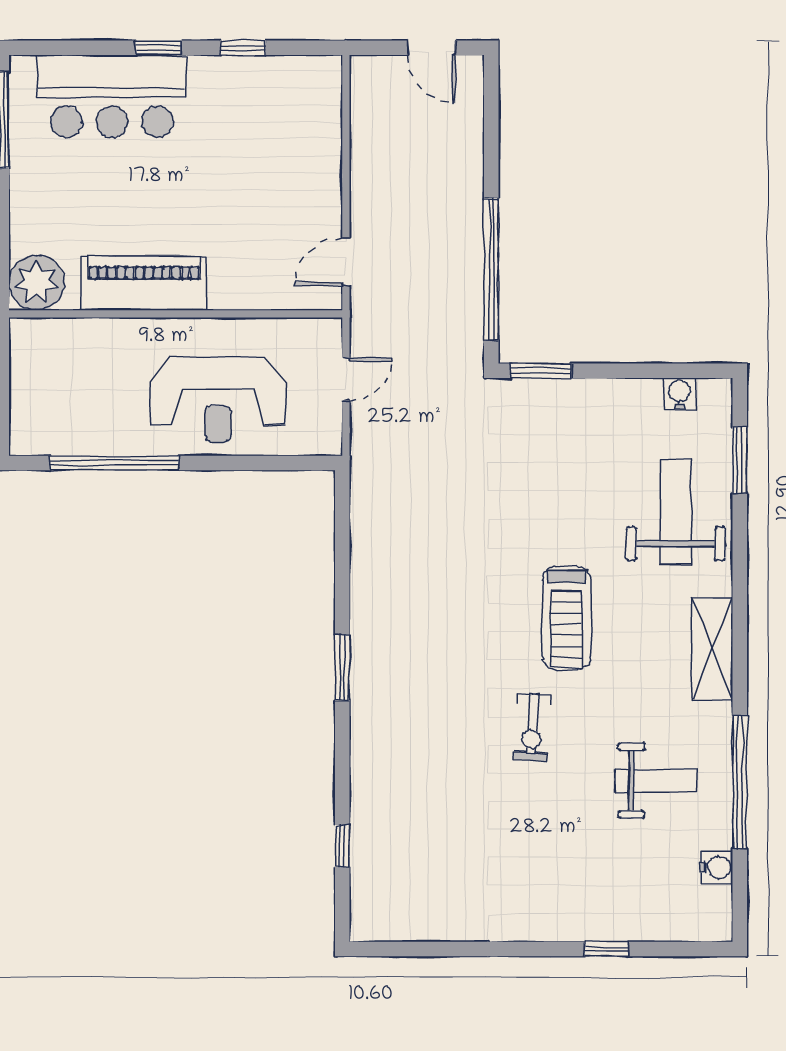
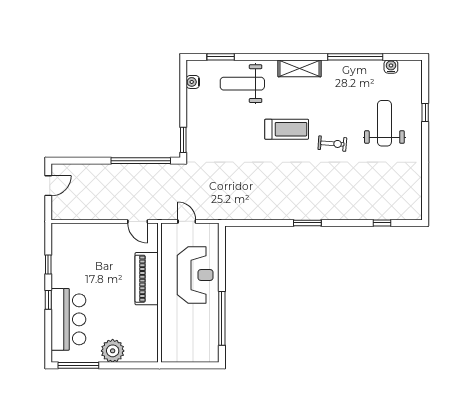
plant: (37, 283) -> (113, 351), moved
piano: (144, 283) -> (147, 279), moved
weight bench: (656, 781) -> (384, 123), moved, width x1.36, depth x1.33

